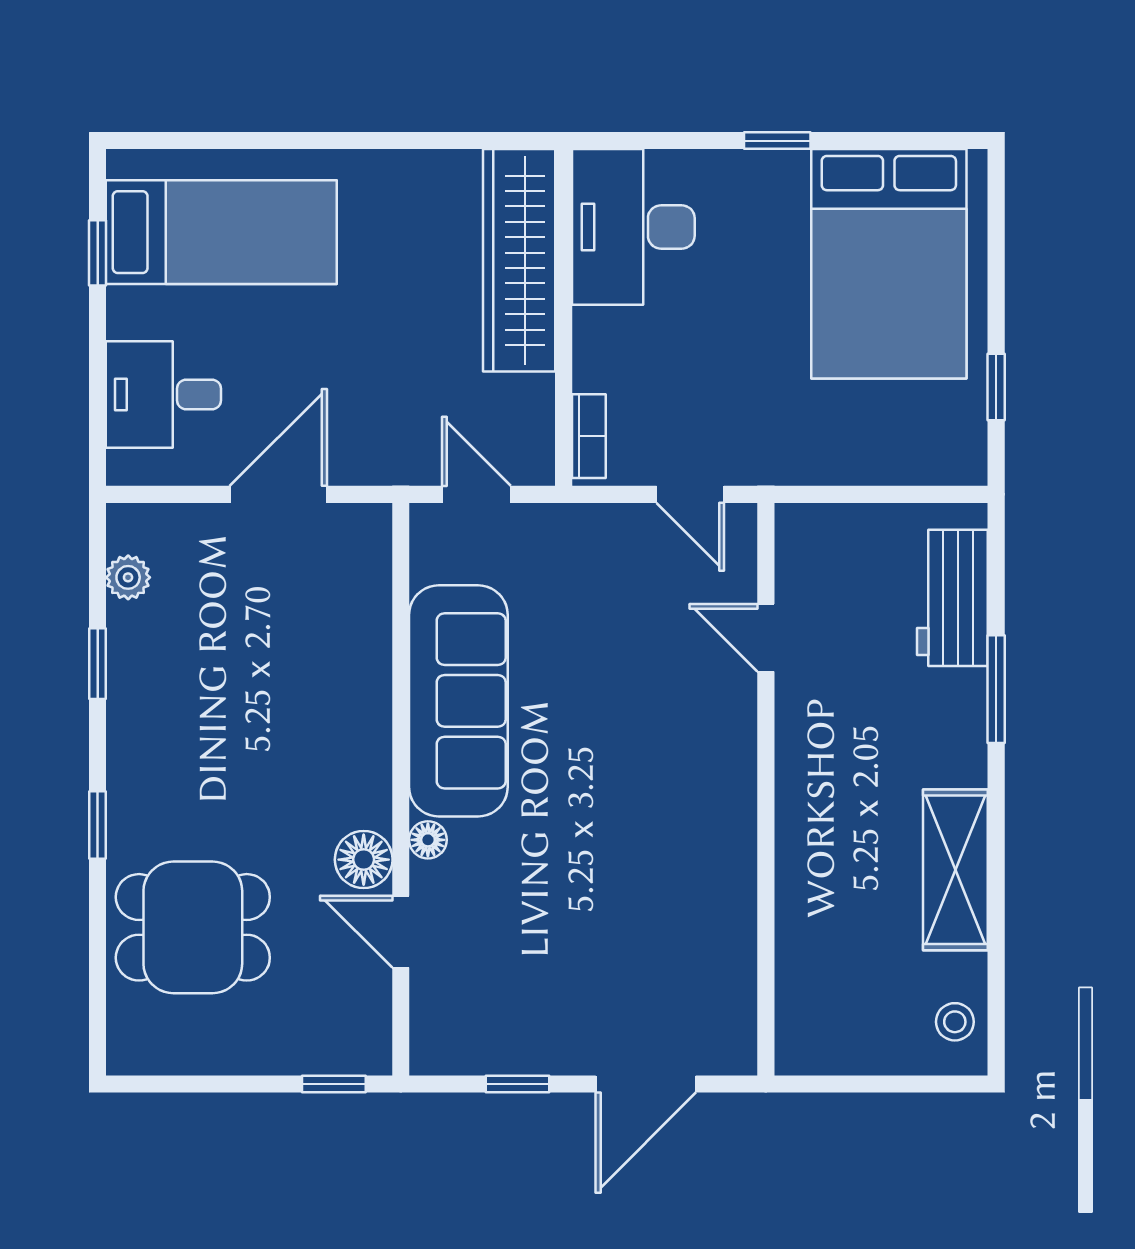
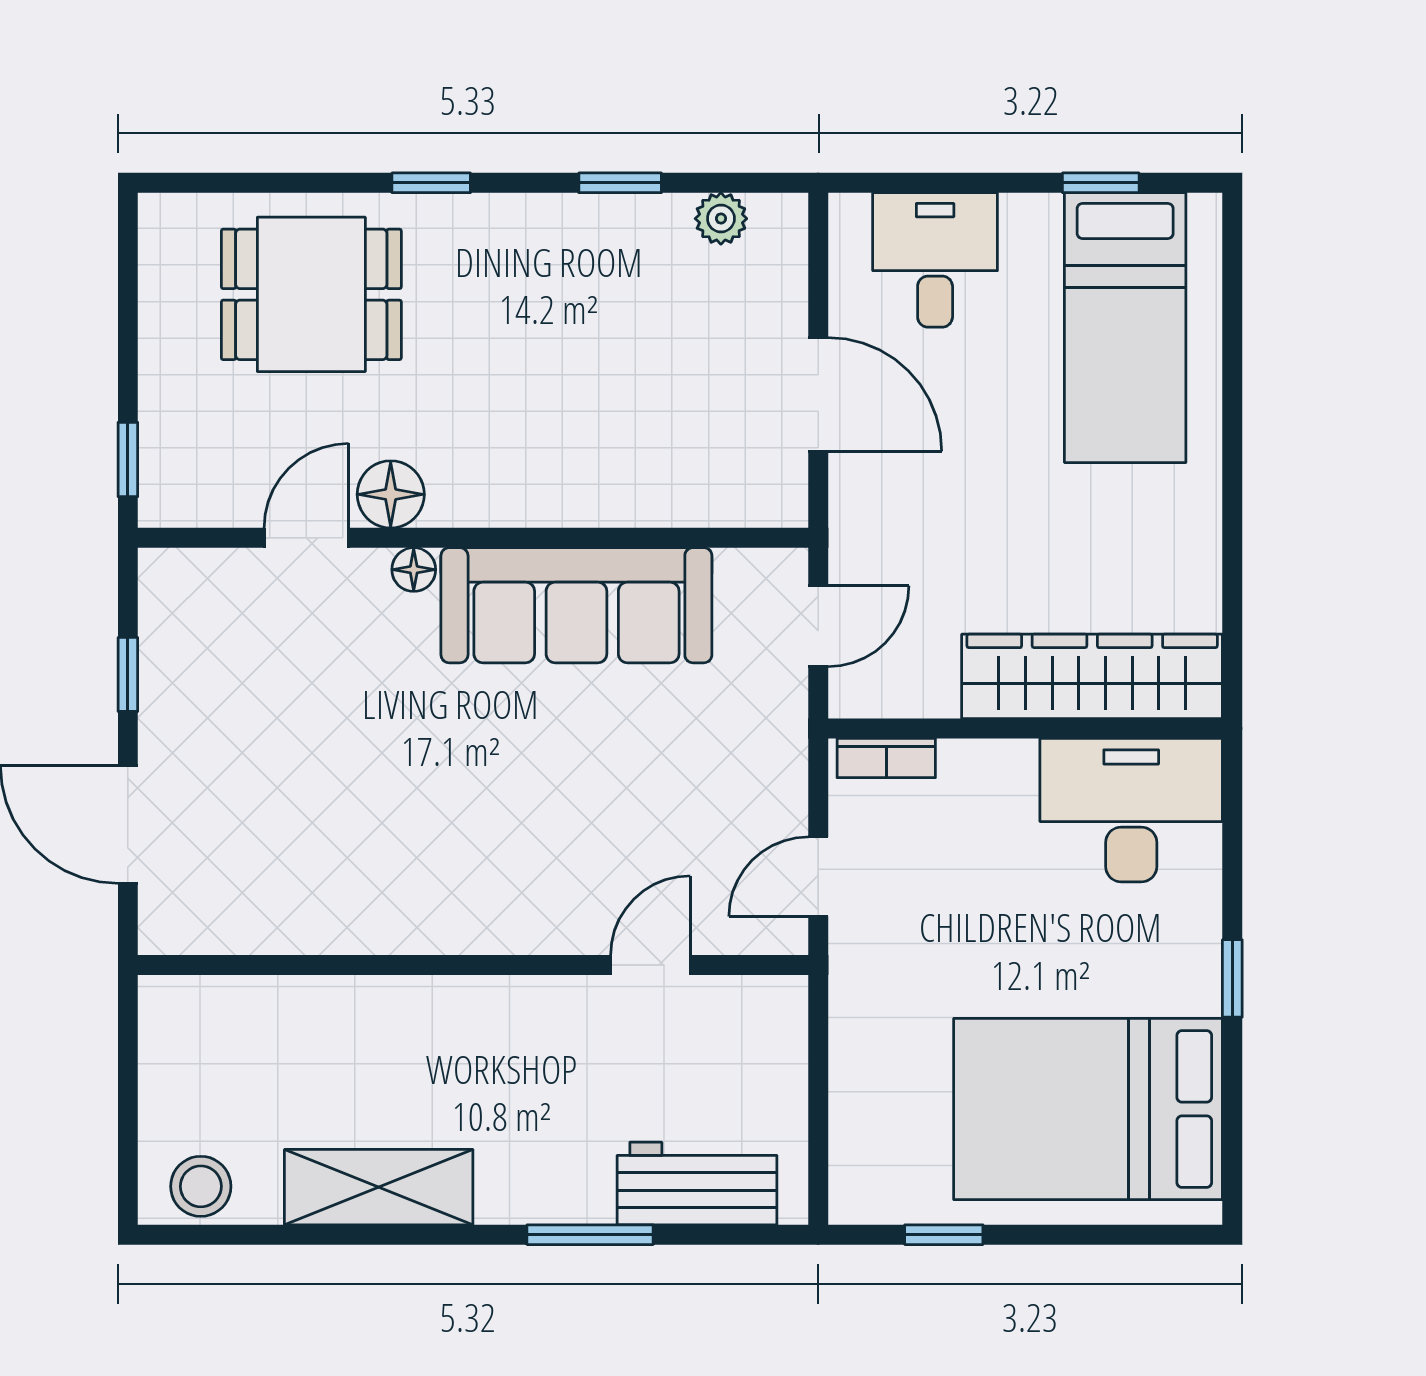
dining table: (193, 927) -> (311, 294), turned 90
stool: (955, 1022) -> (201, 1186), width x1.37, depth x1.37

